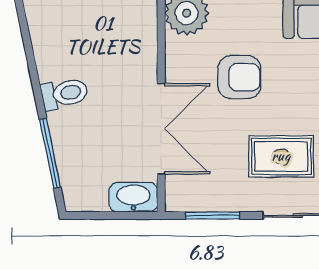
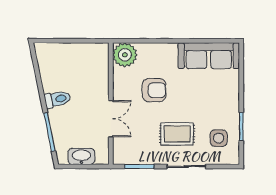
double door: (161, 129) -> (111, 119), width x0.73
washbasin: (133, 197) -> (81, 156), moved

